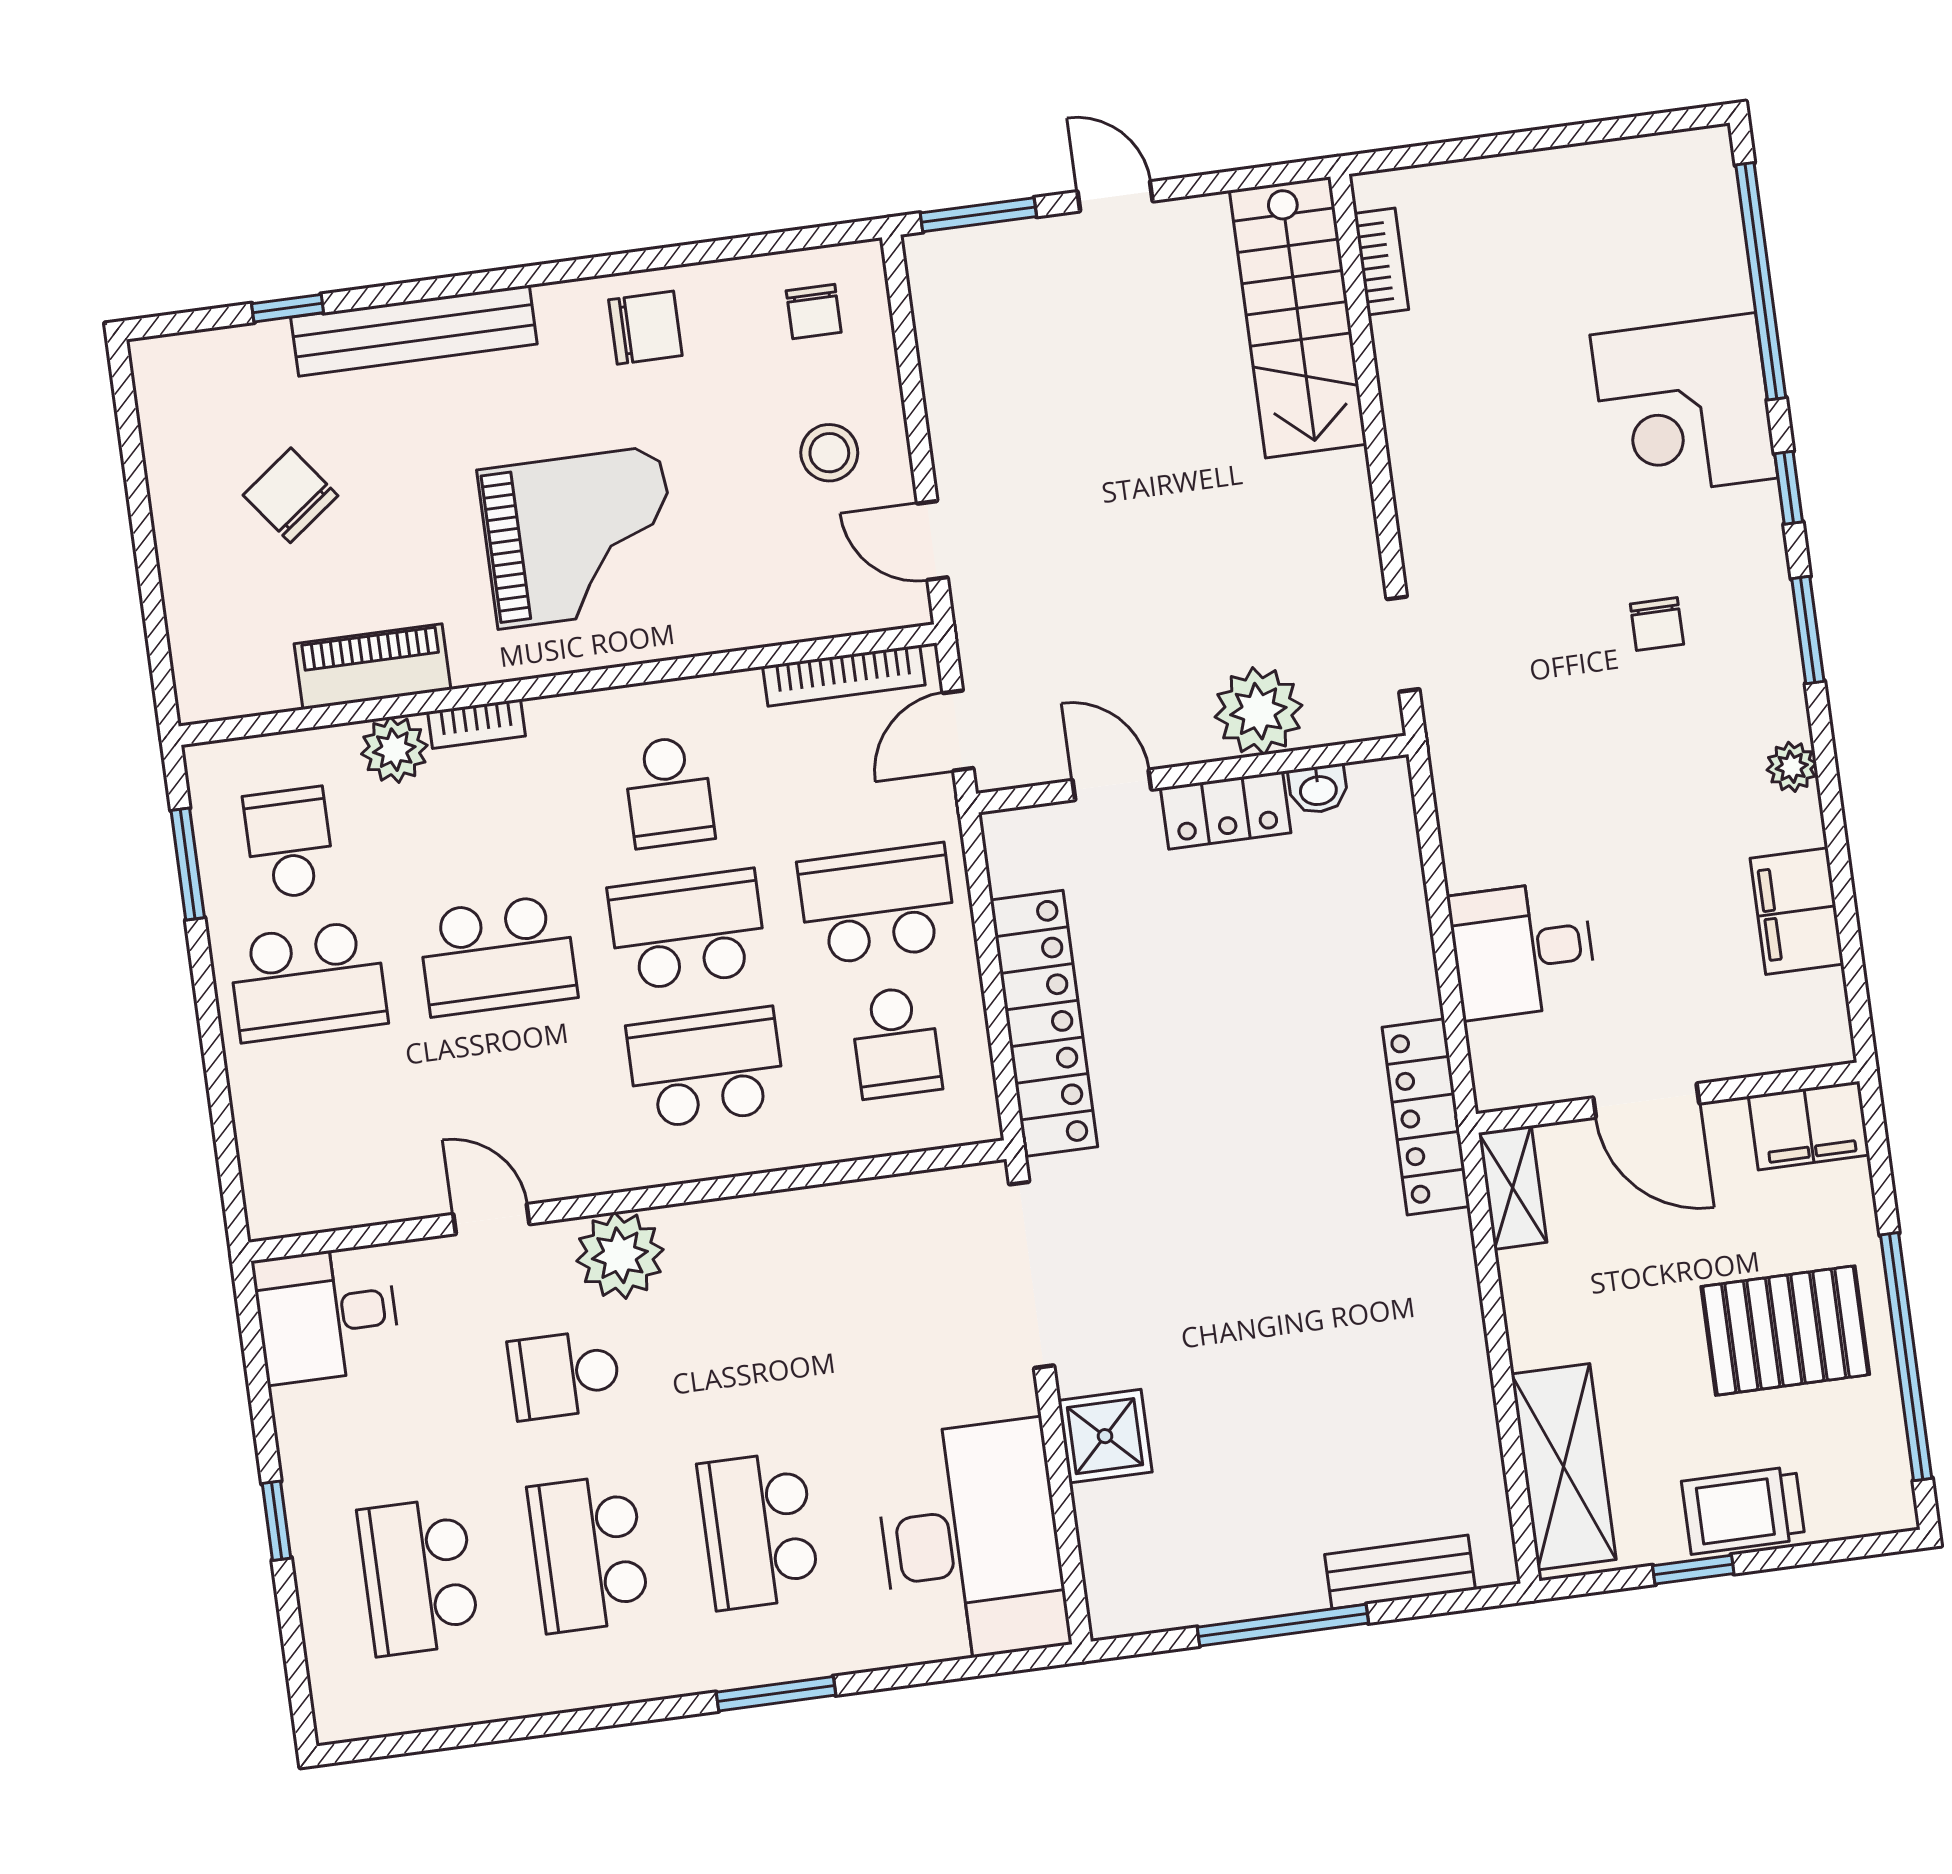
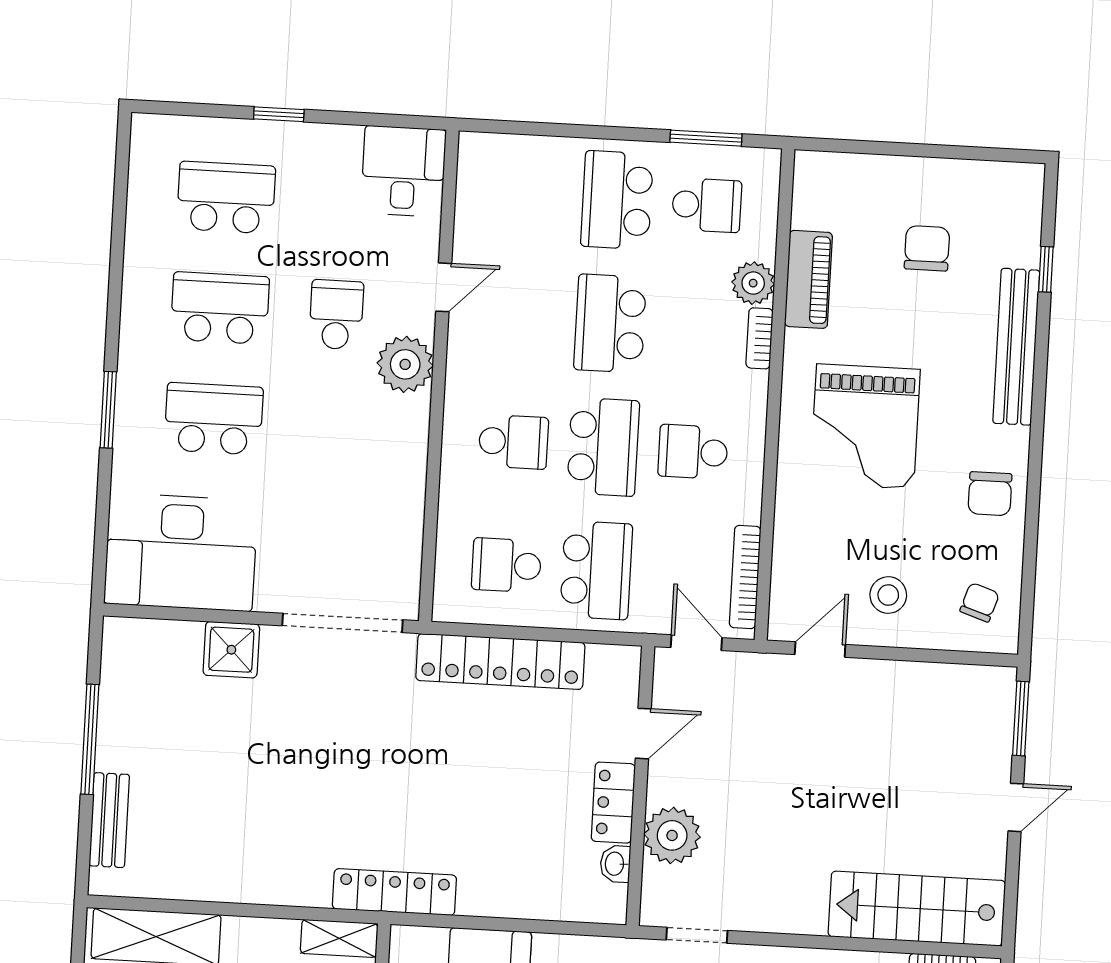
chair: (814, 311) -> (980, 602), turned 108
chair: (291, 495) -> (927, 248), turned -53
school desk: (706, 1068) -> (513, 442), width x0.54

